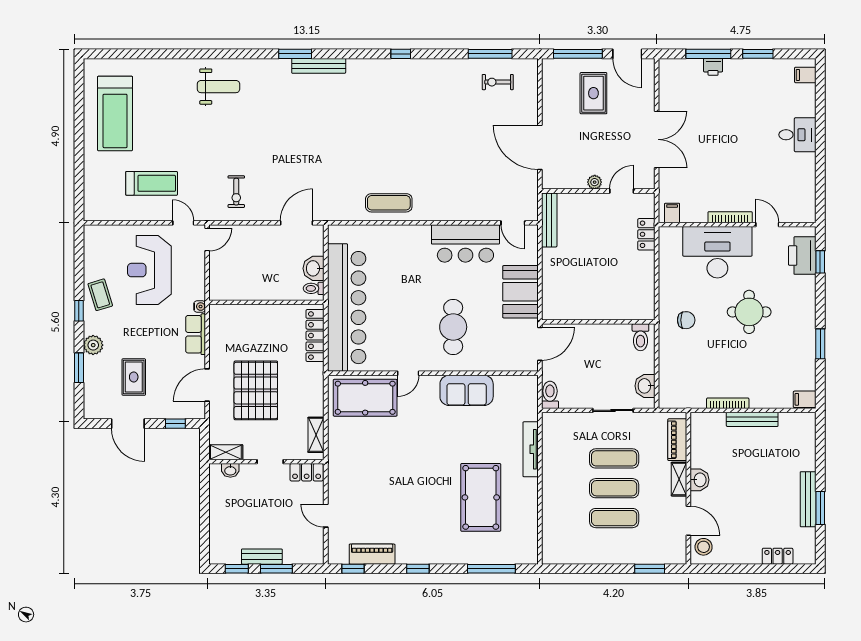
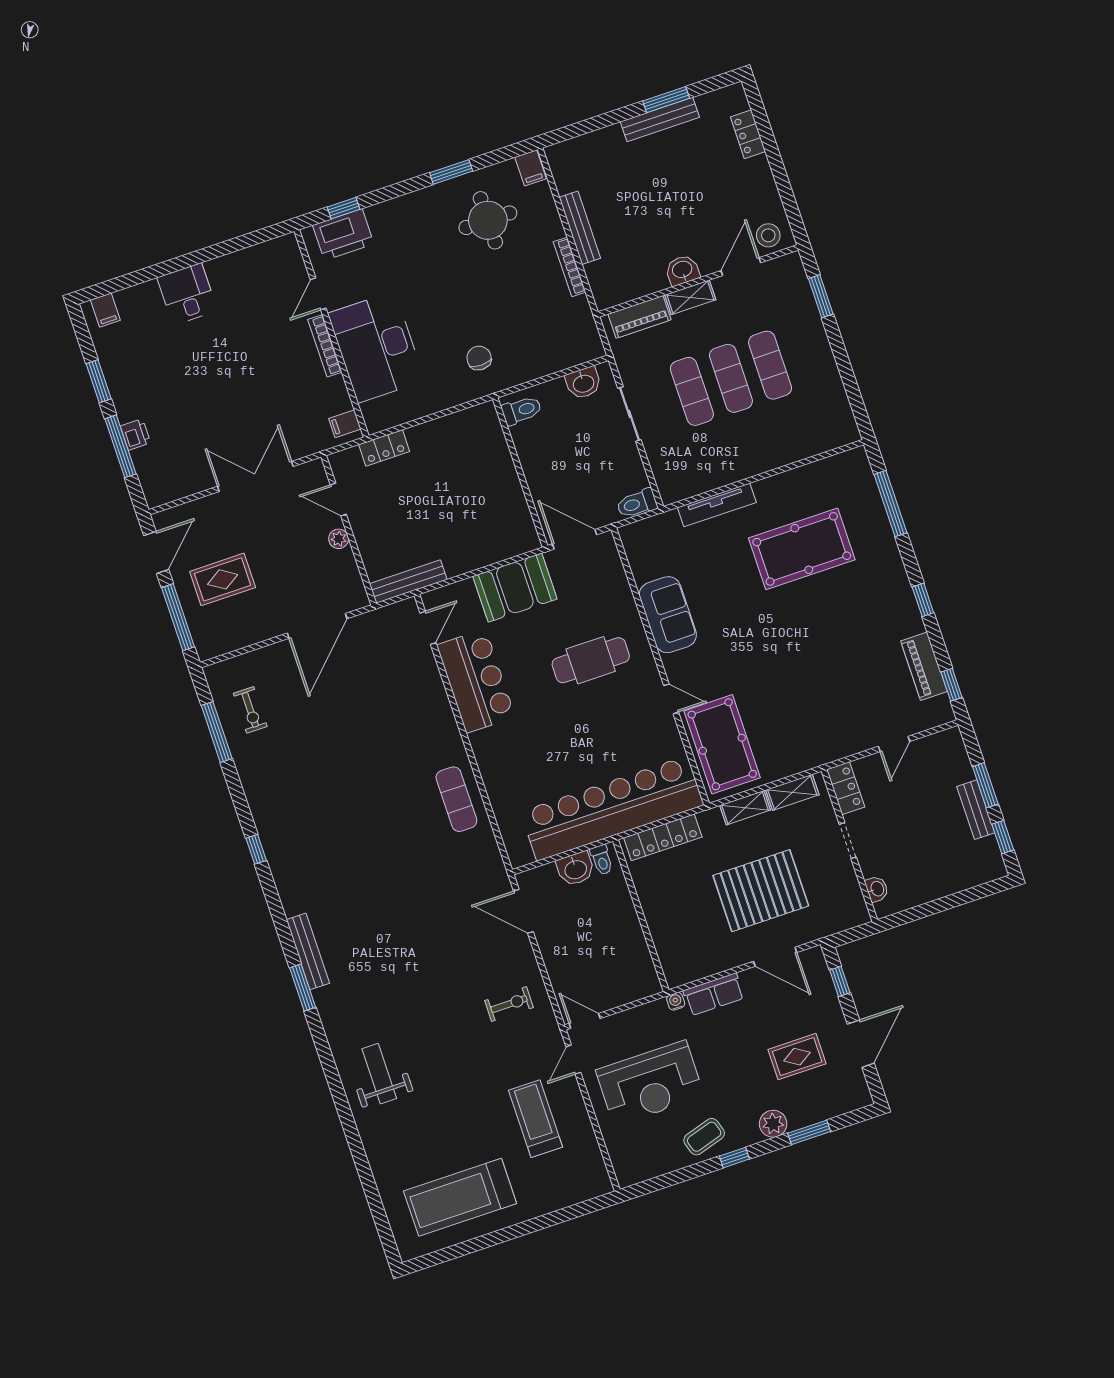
treadmill: (115, 113) -> (460, 1197), turned 180
round table: (749, 312) -> (488, 220), moved
shelving: (226, 452) -> (745, 808), moved, turned 90

